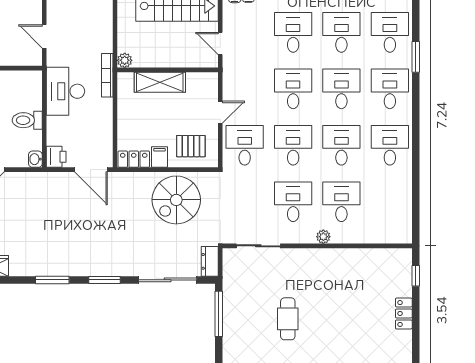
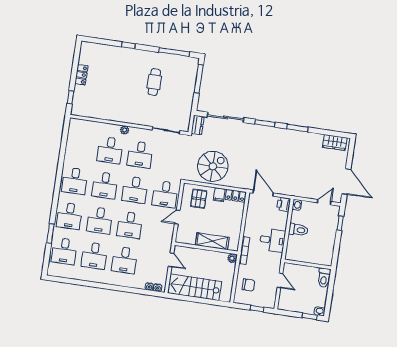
chair: (93, 22) -> (248, 285), added
desk: (66, 91) -> (272, 240), width x0.73
pallet: (191, 146) -> (199, 199), turned 90
window: (219, 314) -> (199, 79), moved

